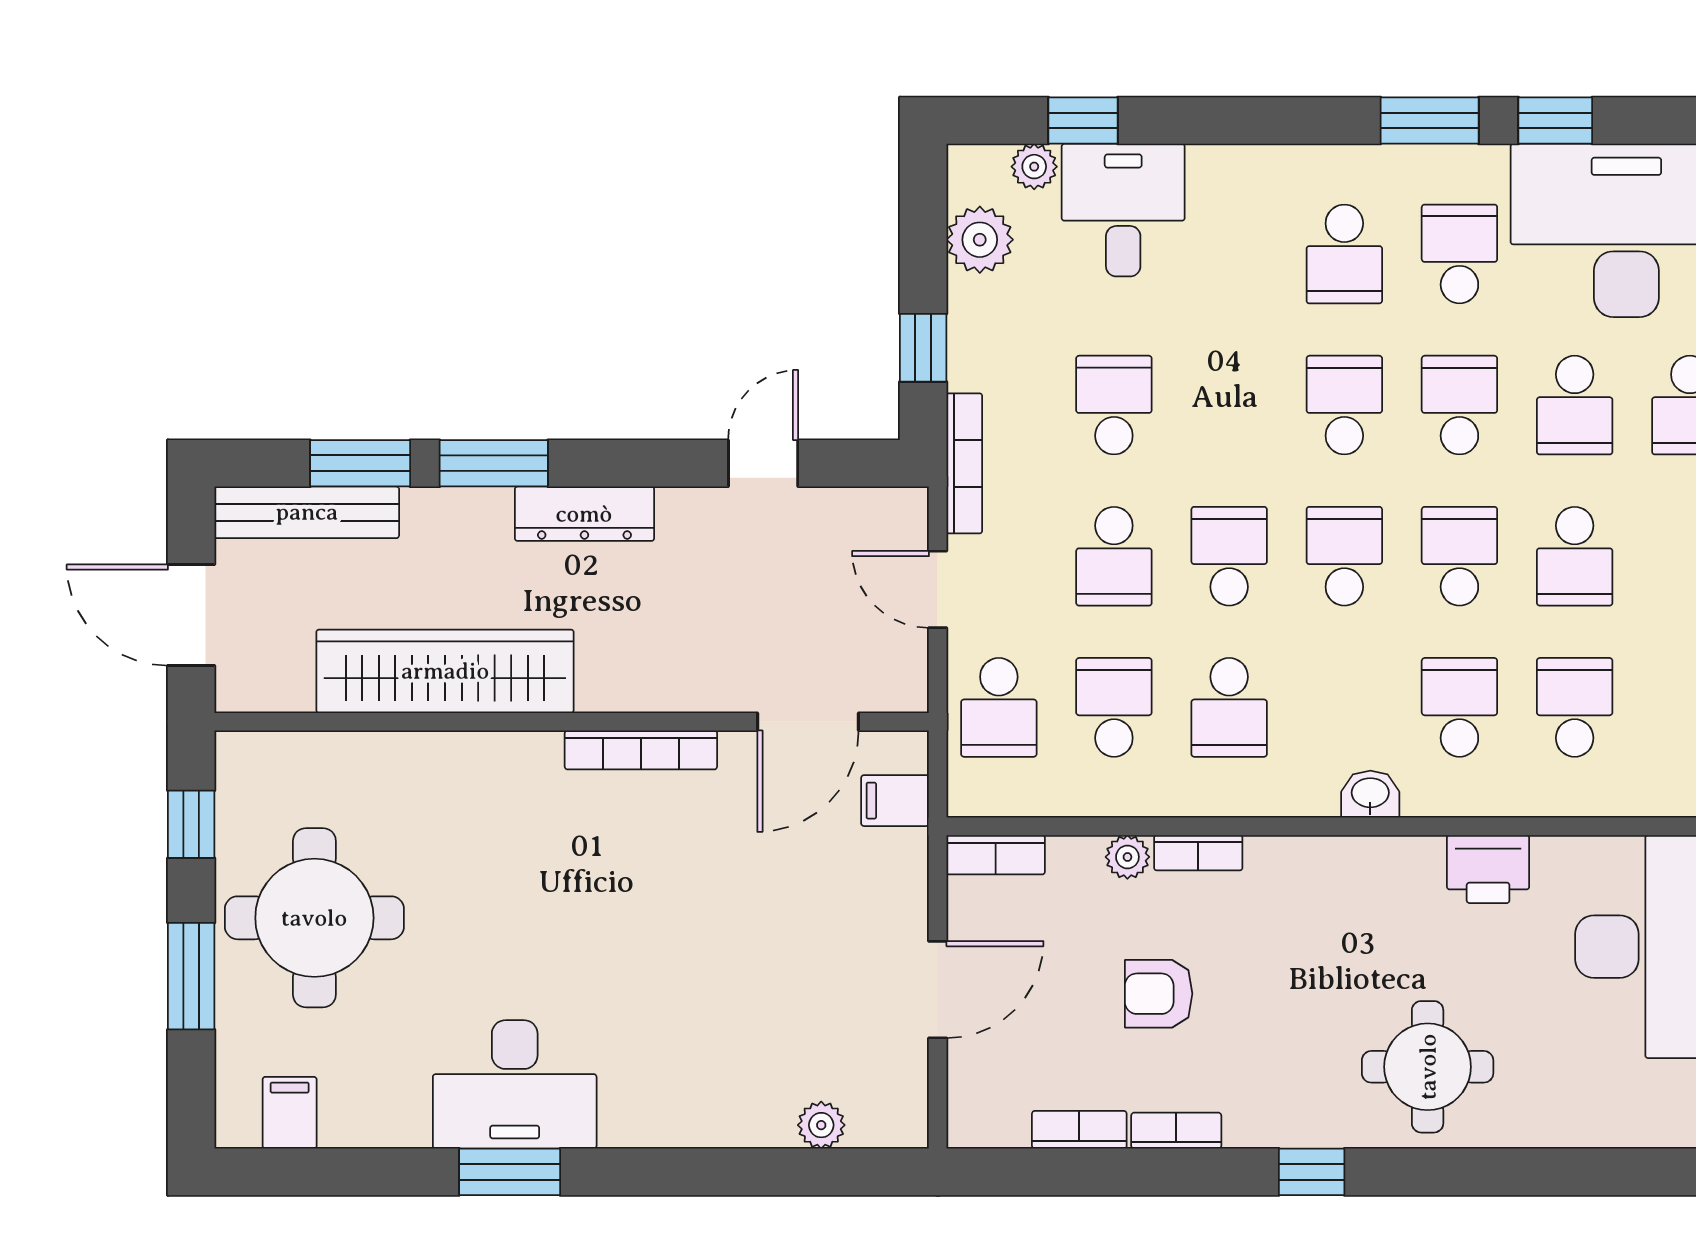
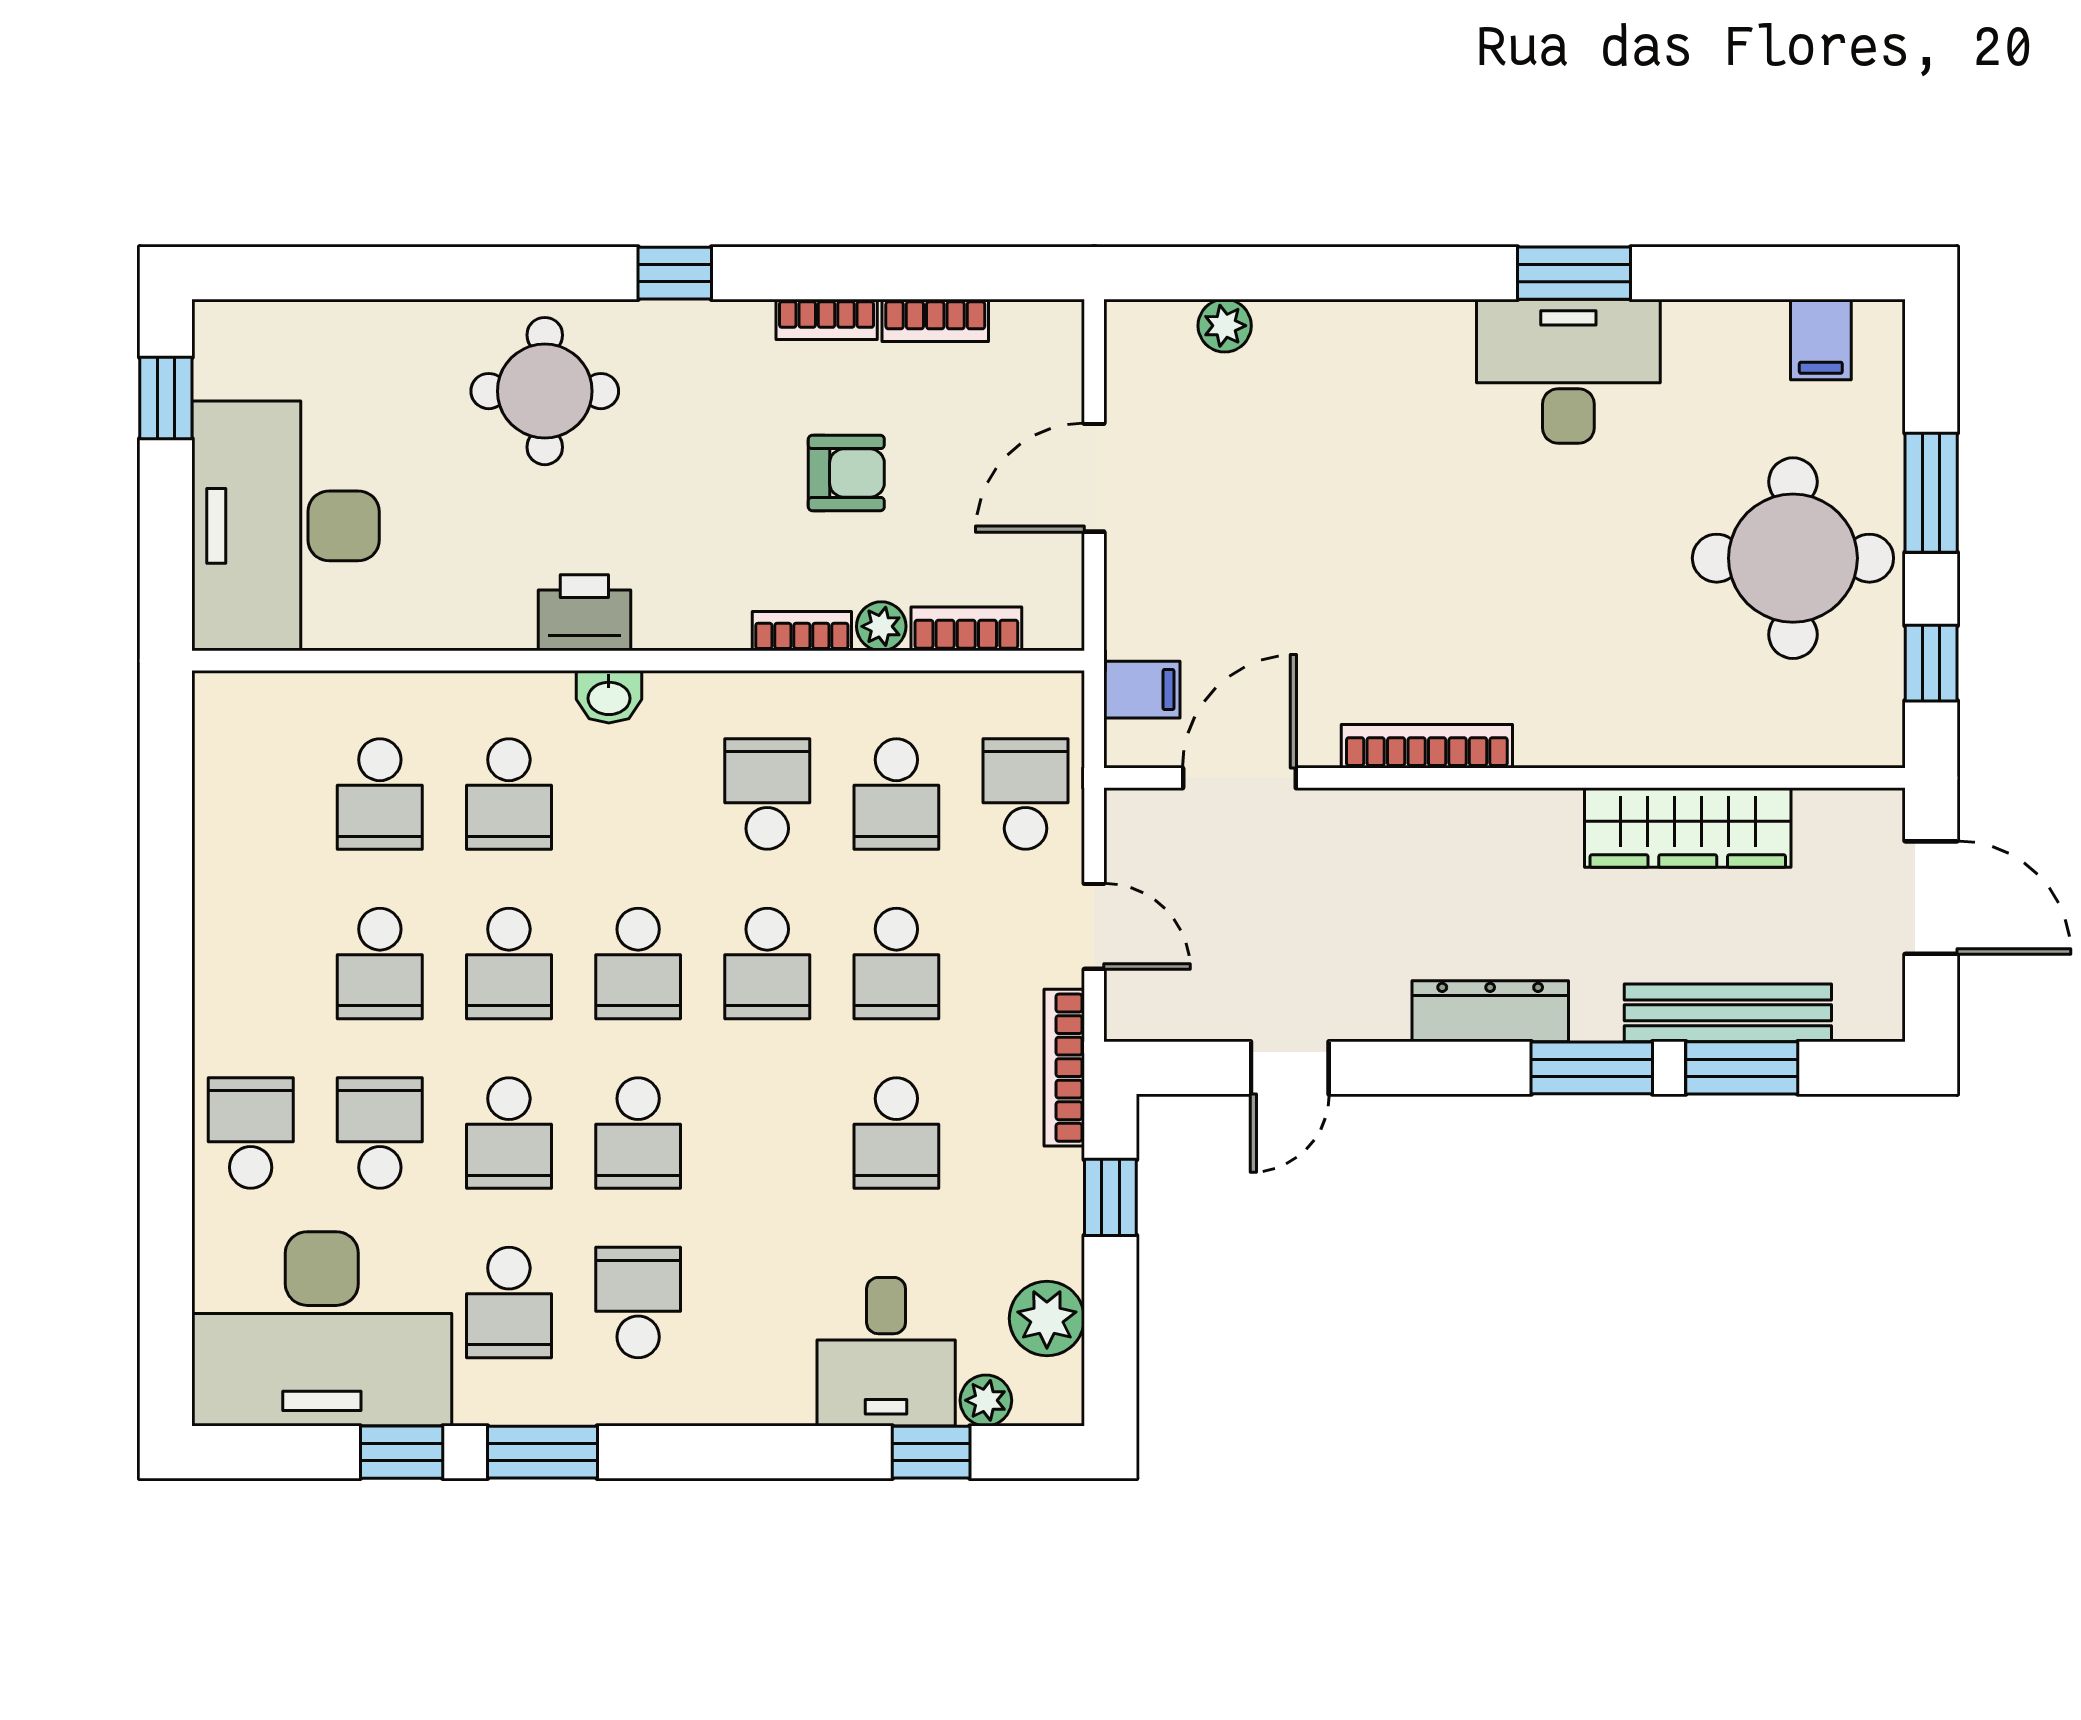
bench: (307, 512) -> (1728, 1013), moved
school desk: (1114, 556) -> (896, 964), turned 180
school desk: (1575, 556) -> (380, 964), turned 180
wardrobe: (445, 671) -> (1688, 828), width x0.71, depth x0.85
bookcase: (996, 855) -> (966, 629), moved
printer: (1488, 869) -> (584, 613), moved

